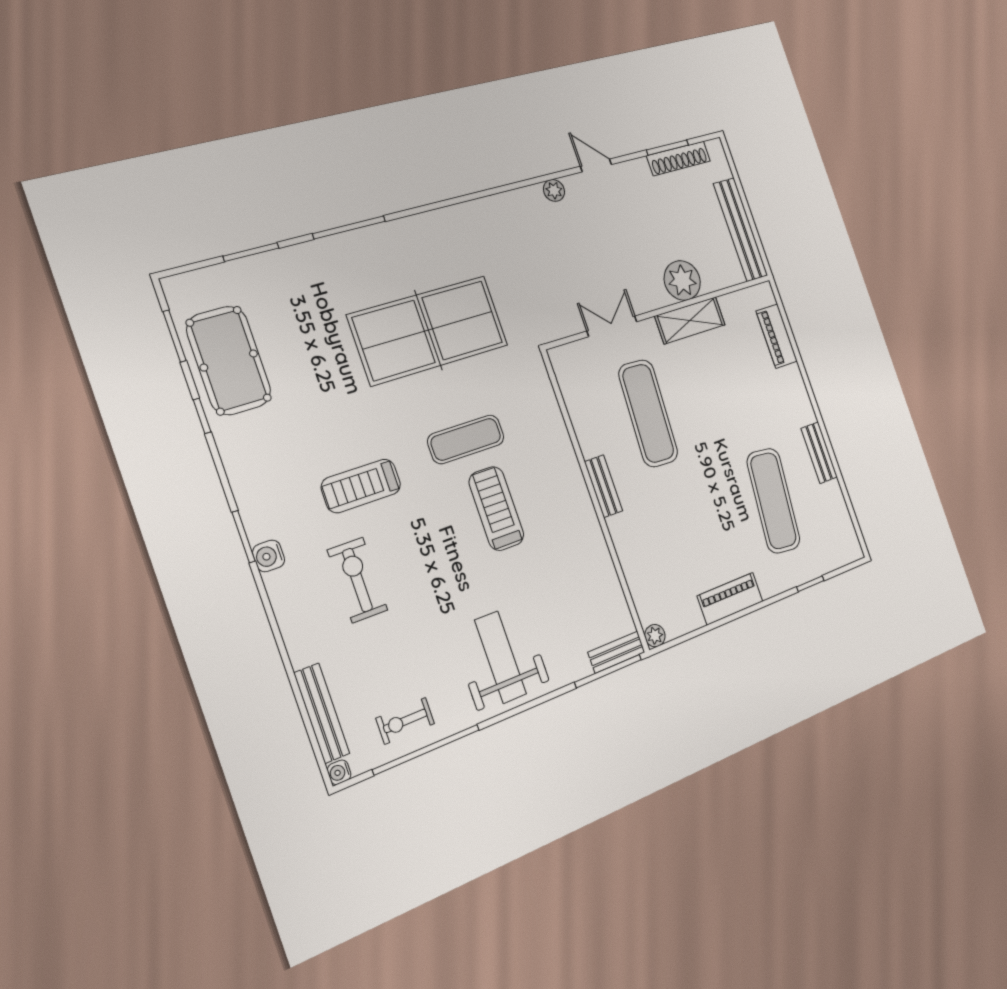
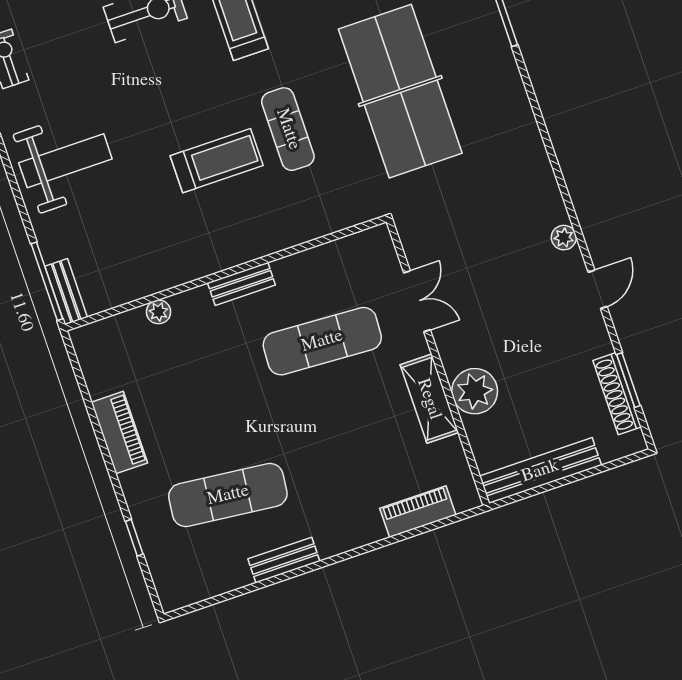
plant: (655, 636) -> (159, 312), moved

